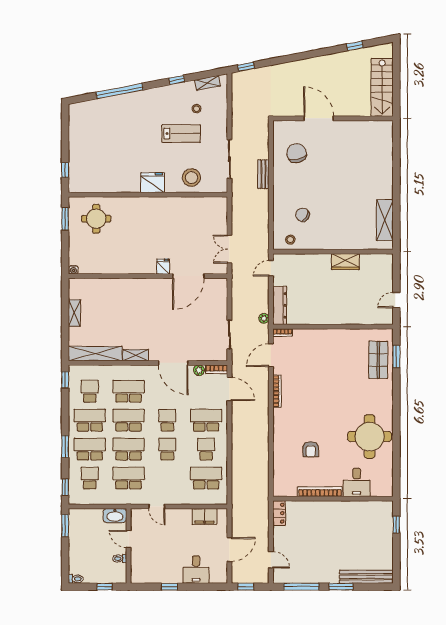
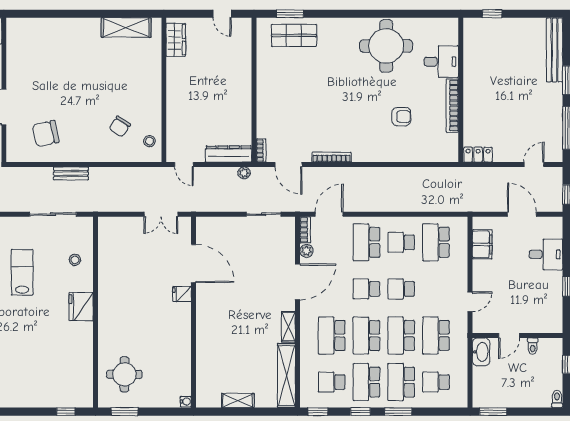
stool: (192, 177) -> (75, 260), width x0.53, depth x0.53
wardrobe: (345, 262) -> (176, 40), moved
window: (65, 487) -> (360, 412), moved

